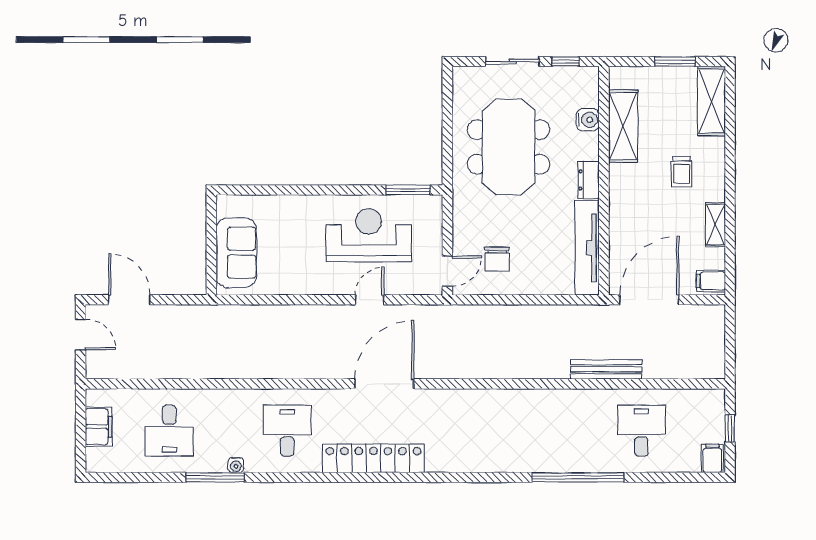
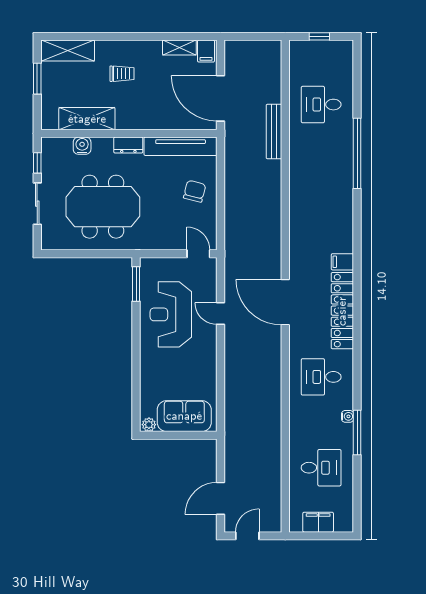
plant: (225, 207) -> (149, 425), added
shelving: (715, 225) -> (179, 48), moved
chair: (497, 259) -> (195, 191), moved, turned -76
filing cabinet: (712, 458) -> (342, 262), moved

